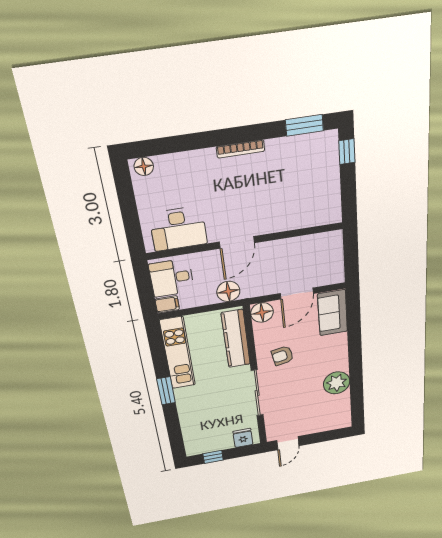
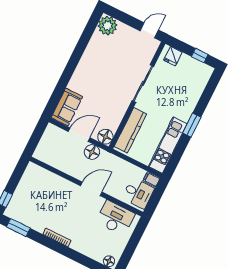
floor lamp: (228, 291) -> (92, 152), moved
armchair: (282, 356) -> (112, 99), removed
plant: (337, 383) -> (108, 26), moved

